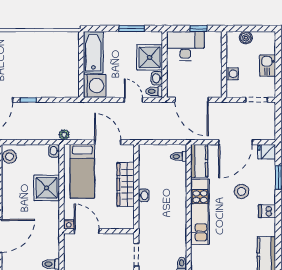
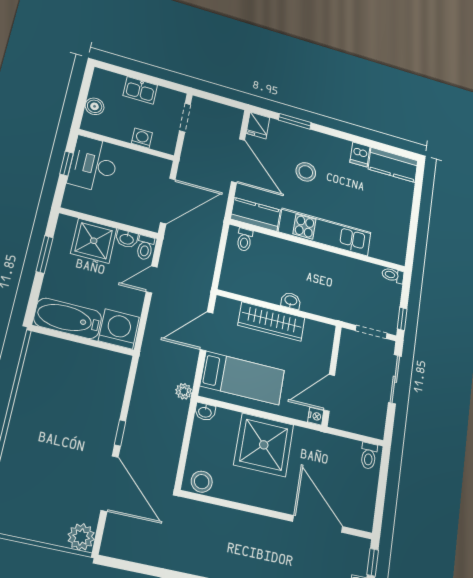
desk: (185, 46) -> (94, 164), moved
shower: (47, 188) -> (264, 445), width x1.37, depth x1.37
dishwasher: (267, 211) -> (360, 154), moved

